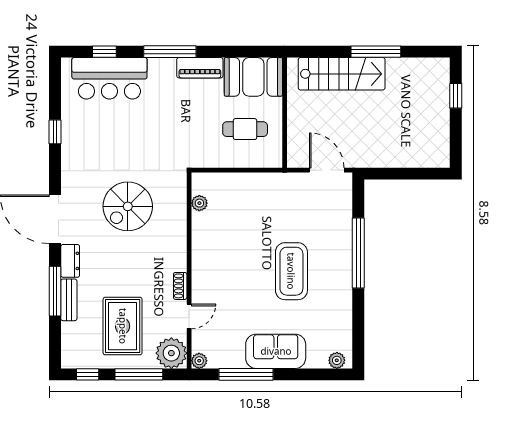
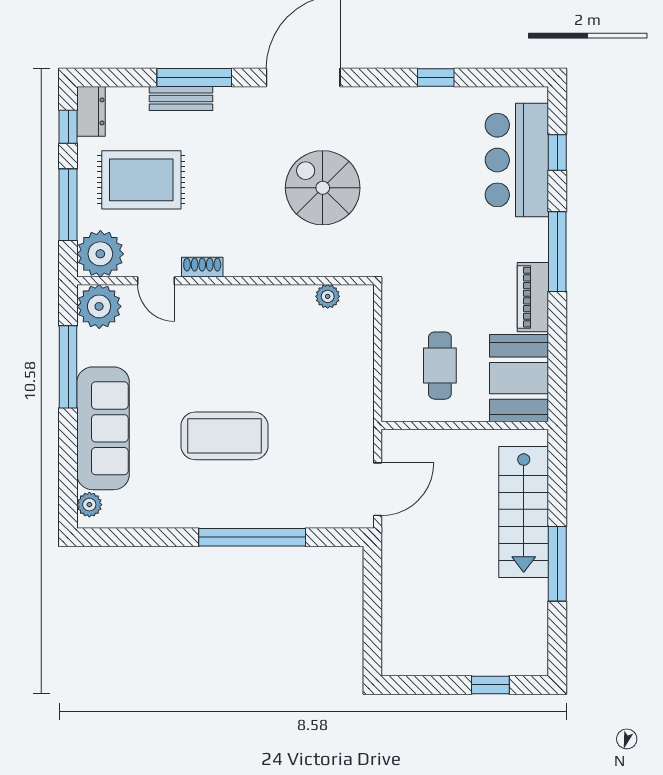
dresser: (70, 261) -> (91, 111), moved, turned -90
sofa: (276, 351) -> (103, 428), width x1.36
plant: (199, 361) -> (99, 306), width x1.88, depth x1.88

